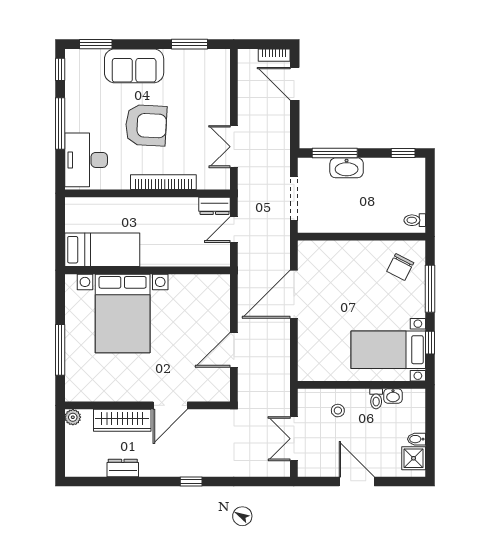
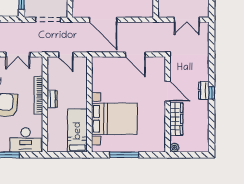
dresser: (214, 206) -> (52, 99), moved
window: (60, 350) -> (124, 155), moved
dresser: (123, 468) -> (204, 91), moved
window: (191, 482) -> (212, 93), moved

